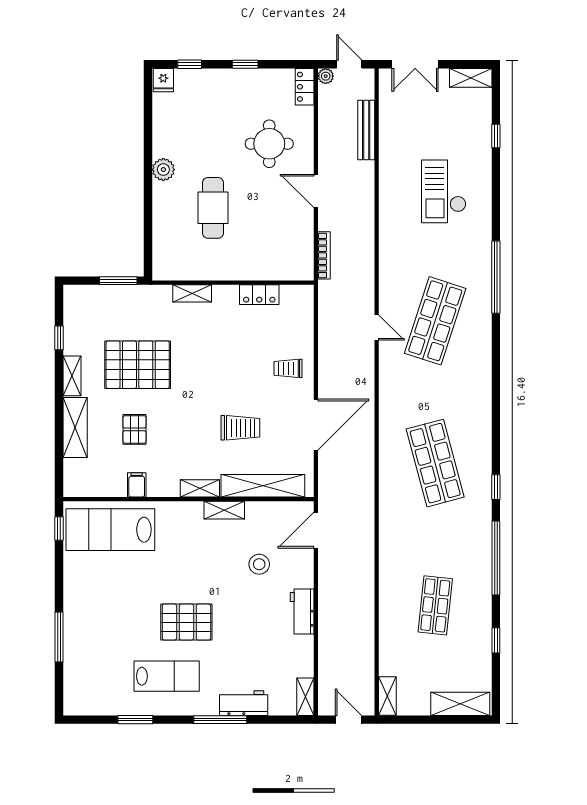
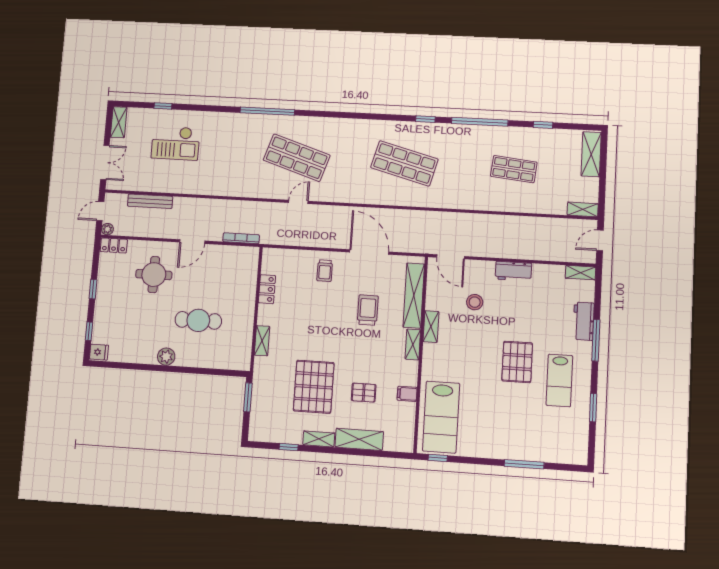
checkout: (444, 191) -> (176, 143), moved
shop shelf: (435, 463) -> (404, 163), turned 30
lab bench: (167, 676) -> (559, 380), turned 180

